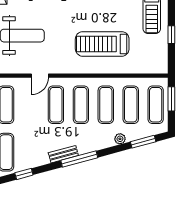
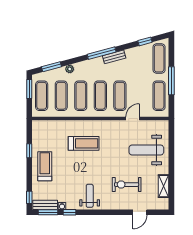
treadmill: (102, 44) -> (84, 143), width x0.73, depth x0.73
window: (171, 99) -> (29, 89), moved

